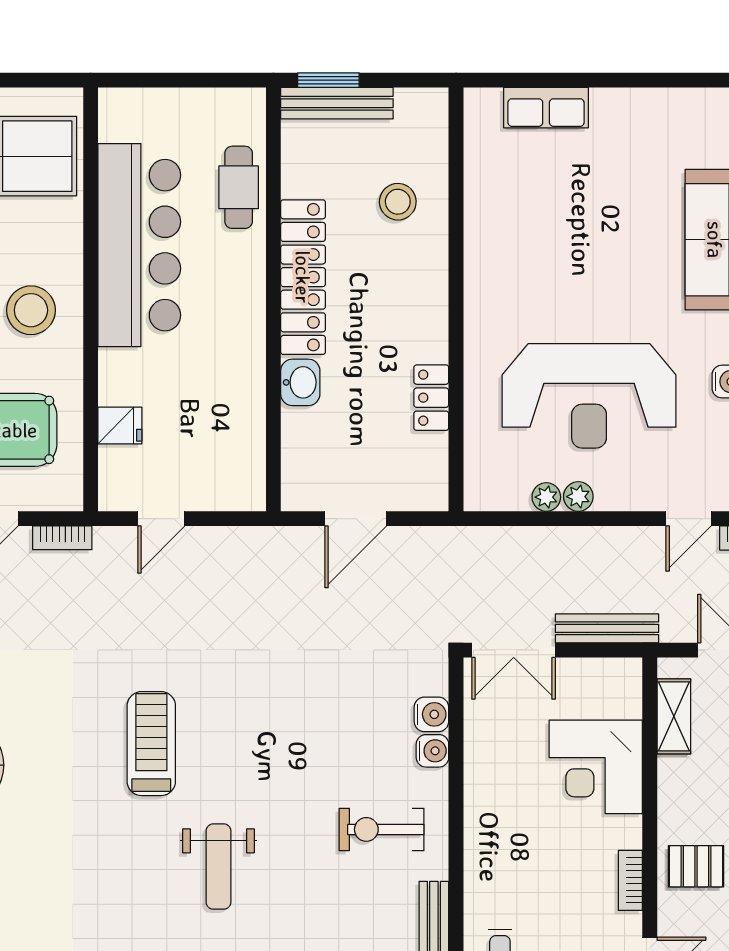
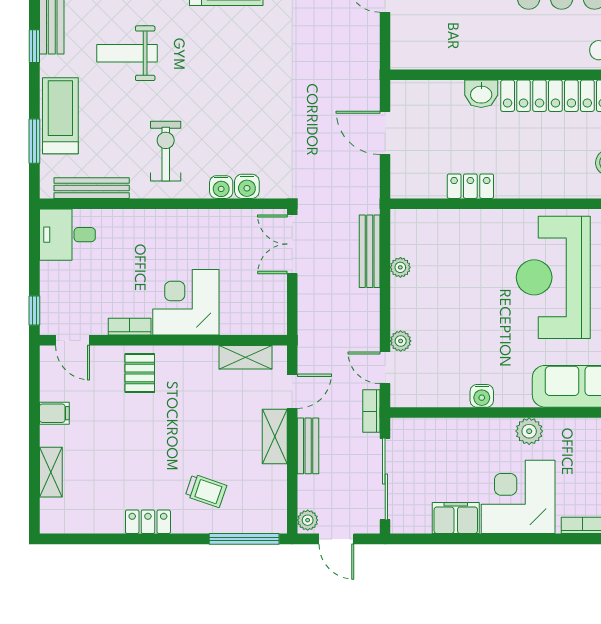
reception desk: (589, 396) -> (553, 277), moved
plant: (578, 497) -> (401, 341), moved
bench: (607, 628) -> (370, 251), moved
corner desk: (596, 767) -> (186, 302), moved
weight bench: (219, 867) -> (127, 53), moved

